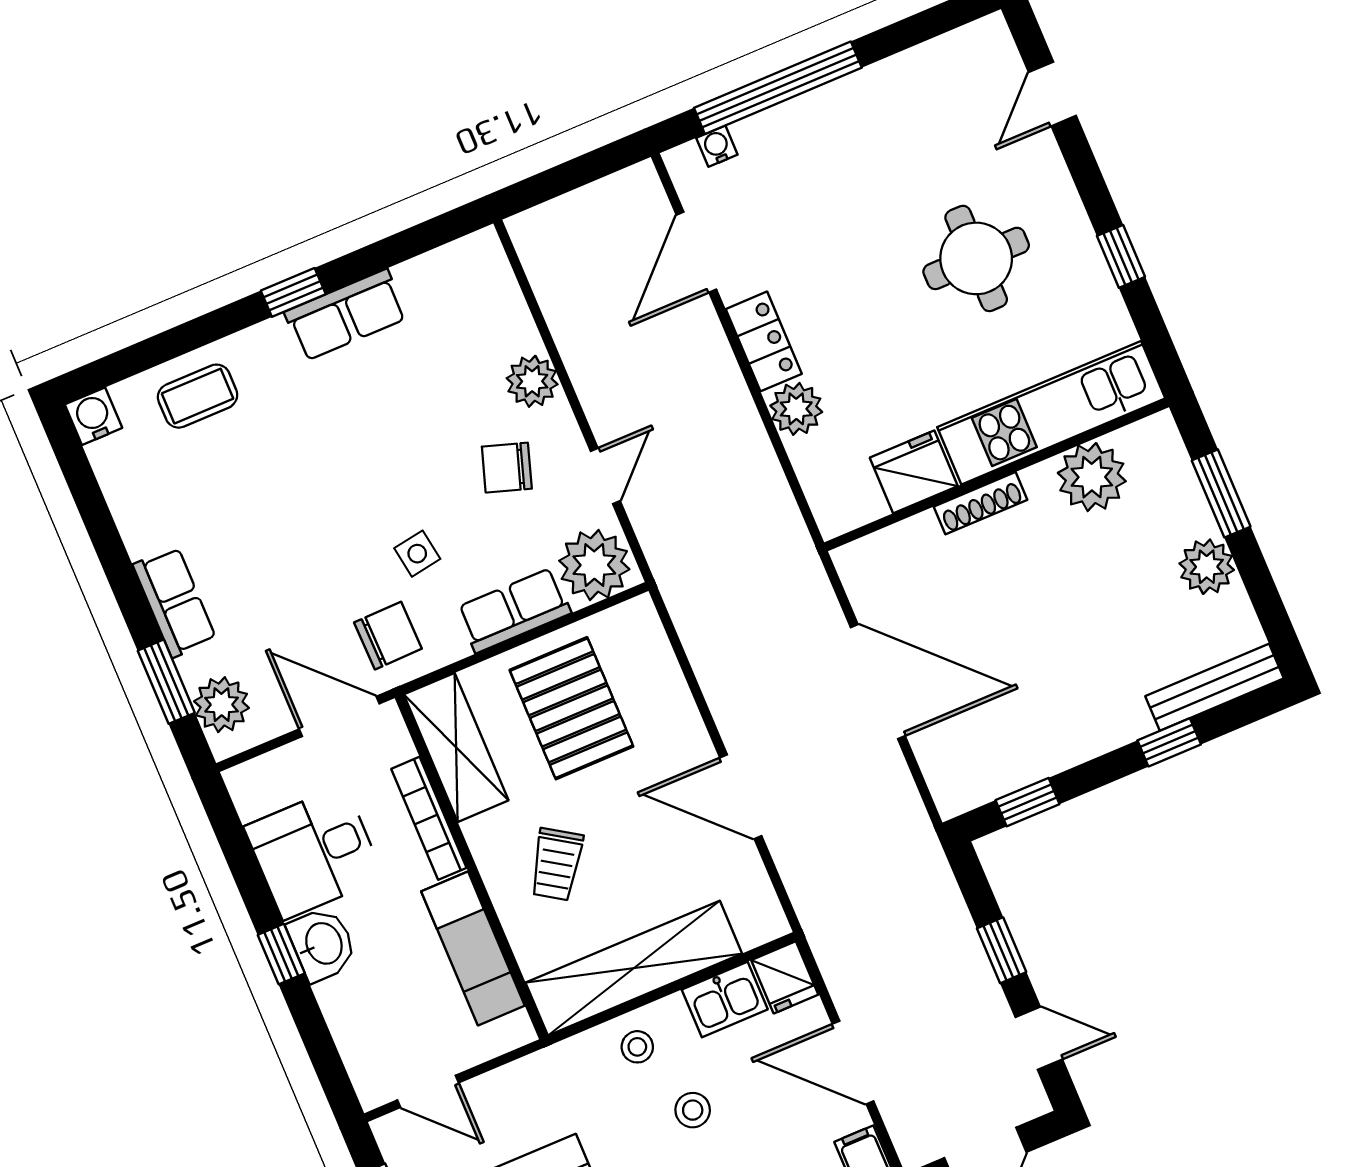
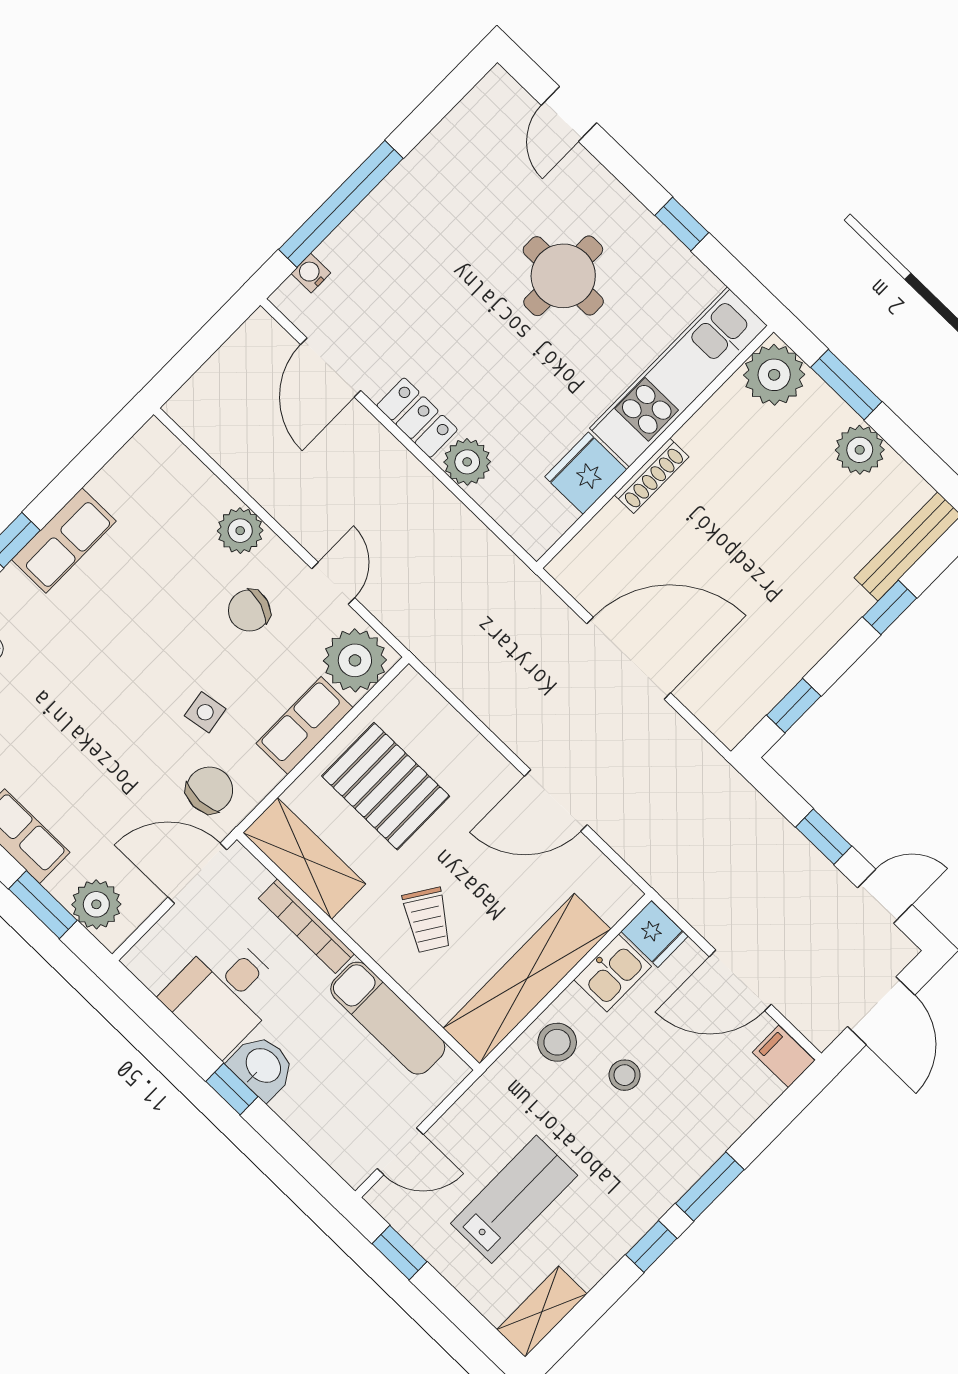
plant: (1092, 477) -> (774, 375), moved
stool: (637, 1047) -> (557, 1042), width x1.37, depth x1.37

